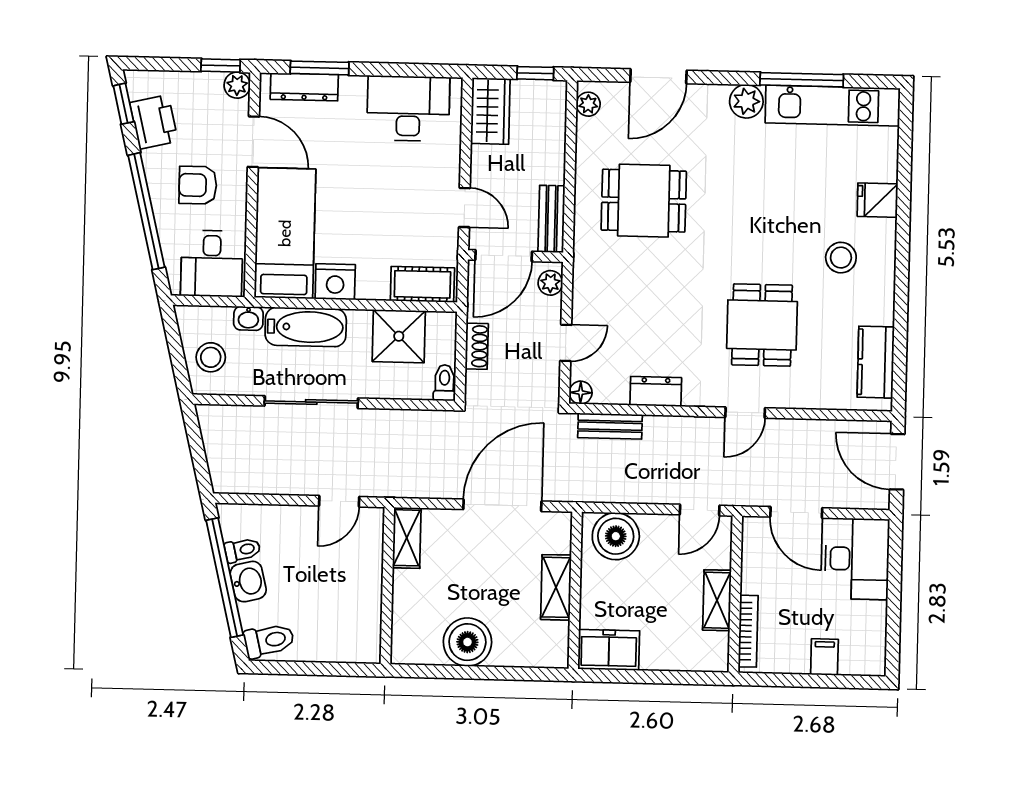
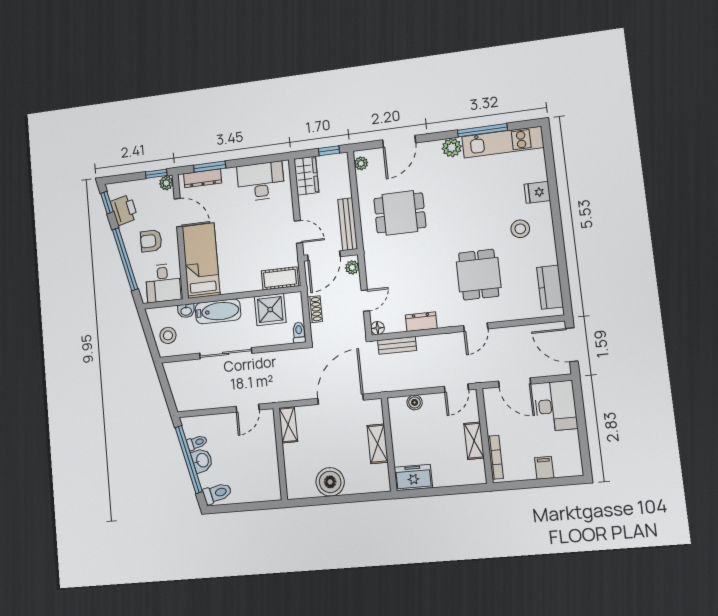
bench: (551, 219) -> (348, 224), width x1.36
nightstand: (335, 282) -> (231, 284), removed
boiler: (616, 536) -> (415, 402), width x0.54, depth x0.54

